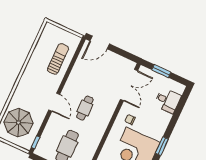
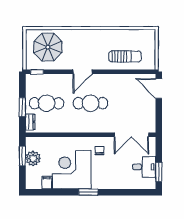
window: (161, 71) -> (159, 172), moved
desk: (168, 101) -> (144, 167), moved, turned -90
cafe table: (85, 108) -> (91, 103), width x1.37, depth x1.35

